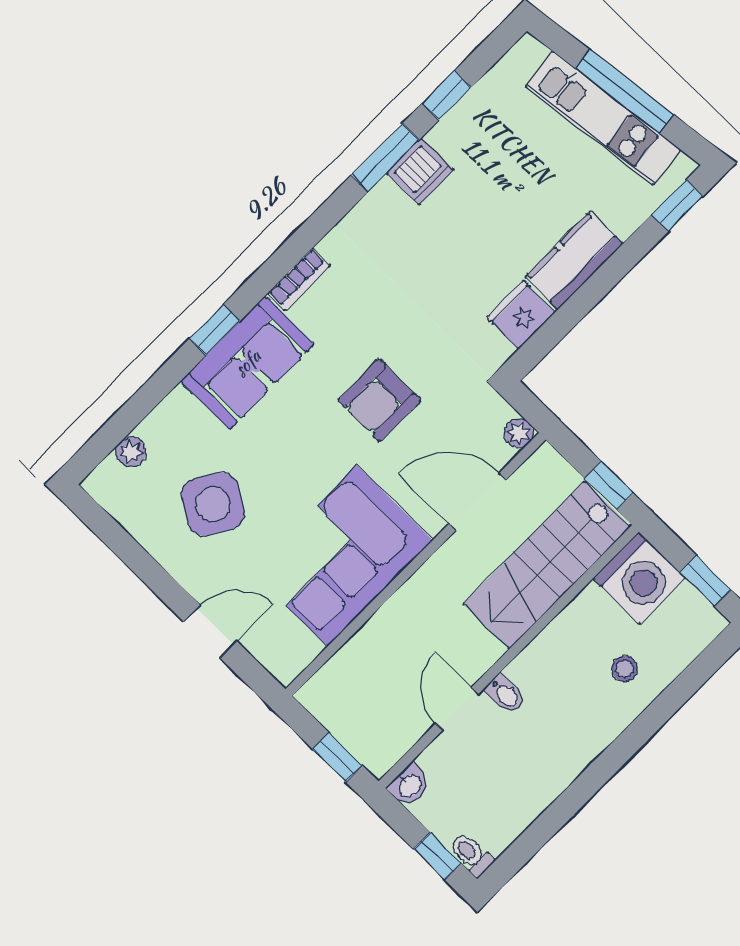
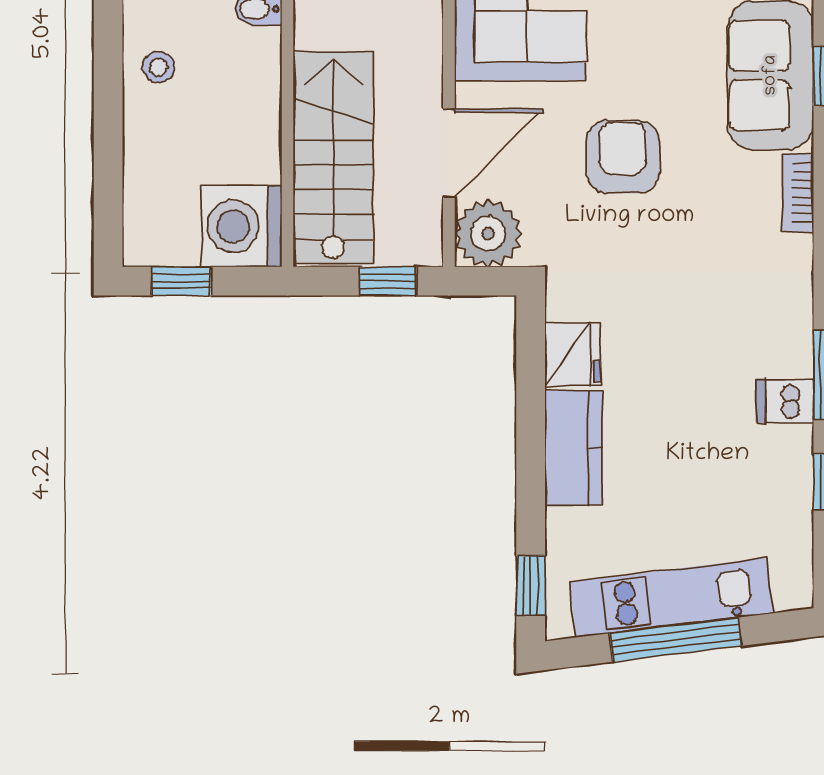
dishwasher: (420, 172) -> (785, 401), width x0.73
plant: (519, 433) -> (488, 233), width x1.88, depth x1.88
window: (609, 486) -> (388, 281), moved
stool: (625, 669) -> (158, 67), moved

